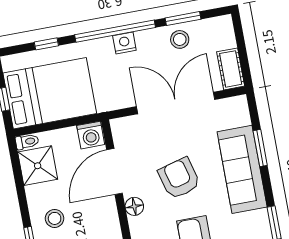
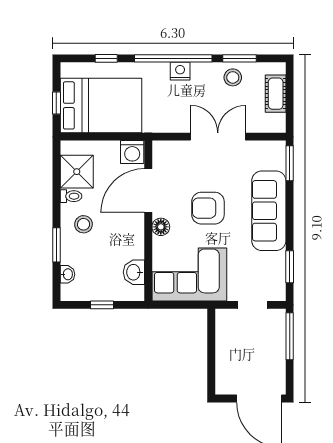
cot: (231, 69) -> (276, 94), moved
double door: (176, 103) -> (218, 137), width x0.73
toilet: (27, 142) -> (71, 196), moved
window: (260, 148) -> (290, 163), moved
armchair: (179, 178) -> (208, 208), turned -75

